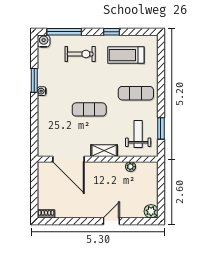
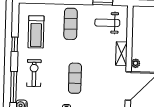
exercise mat: (89, 109) -> (75, 78), moved
plant: (131, 167) -> (135, 63), moved

